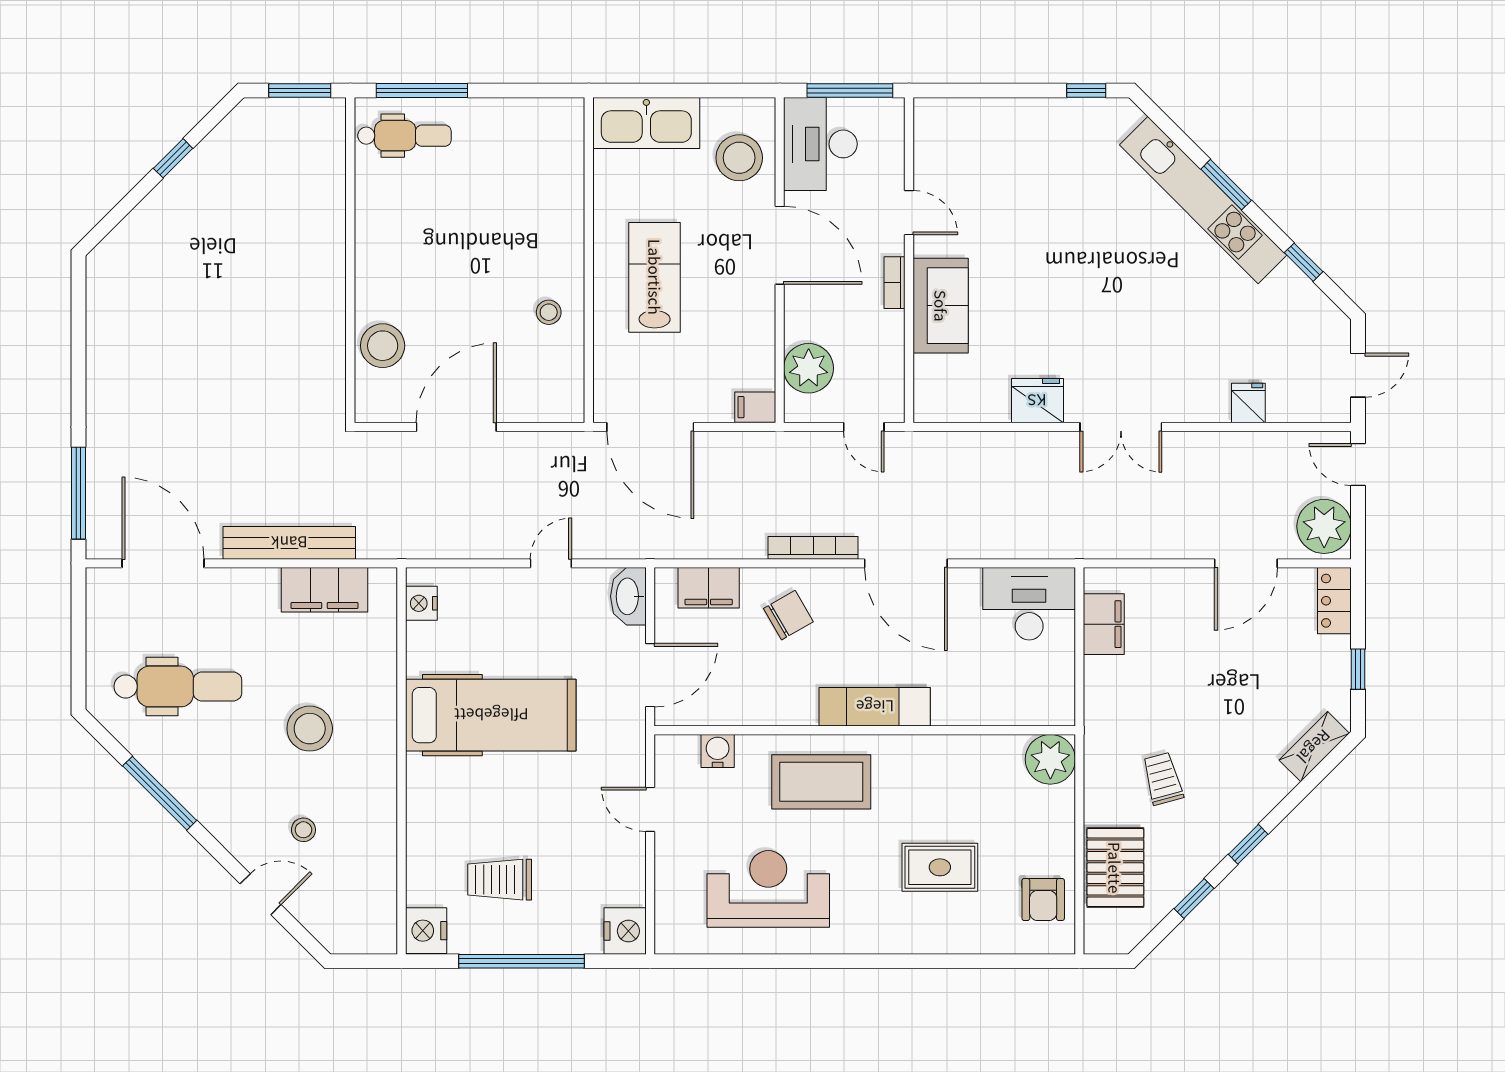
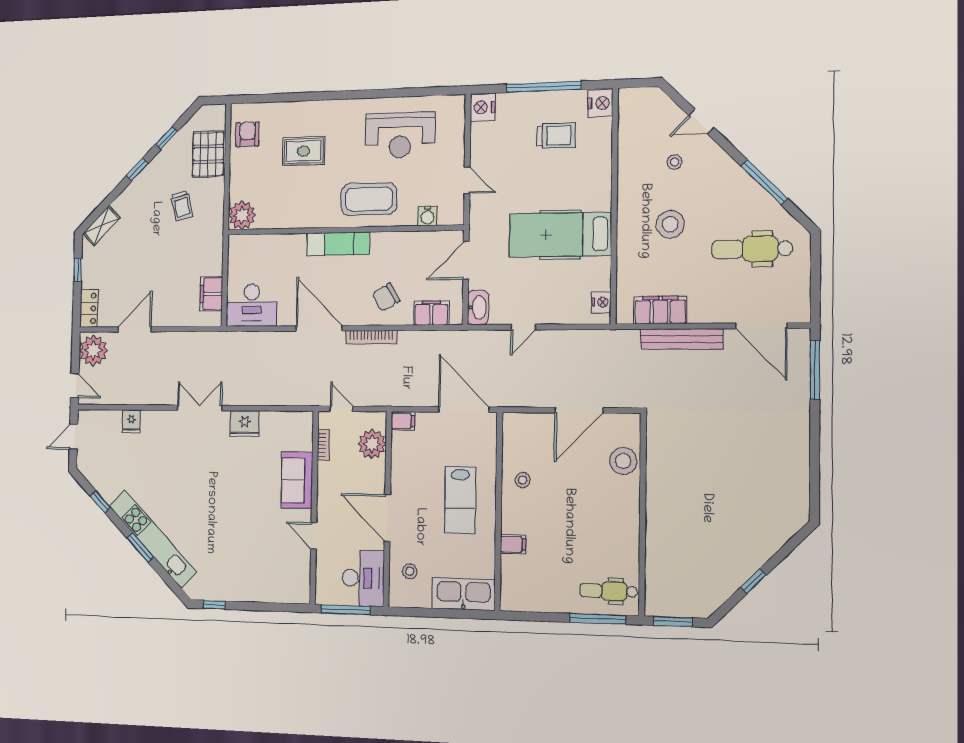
stool: (739, 158) -> (410, 571), width x0.53, depth x0.53
filing cabinet: (564, 207) -> (513, 544), added
bookcase: (895, 283) -> (323, 445), moved

